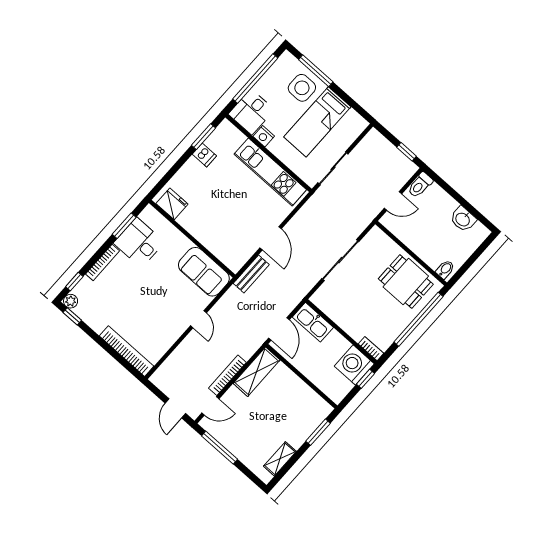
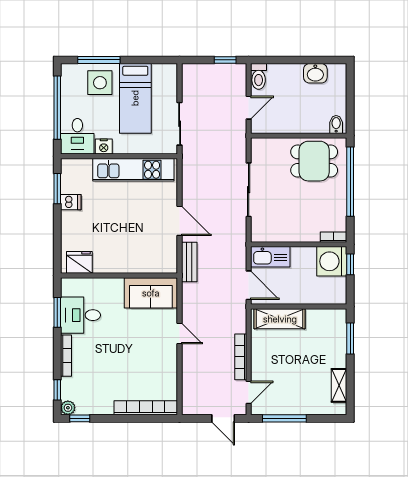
shelving: (257, 372) -> (280, 319), moved, turned 90

